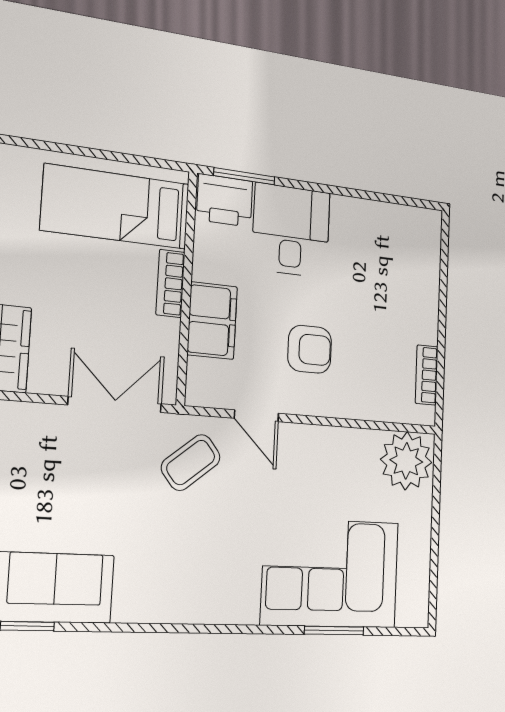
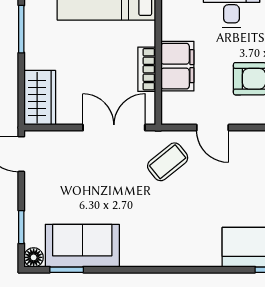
bookcase: (170, 283) -> (147, 69), moved

